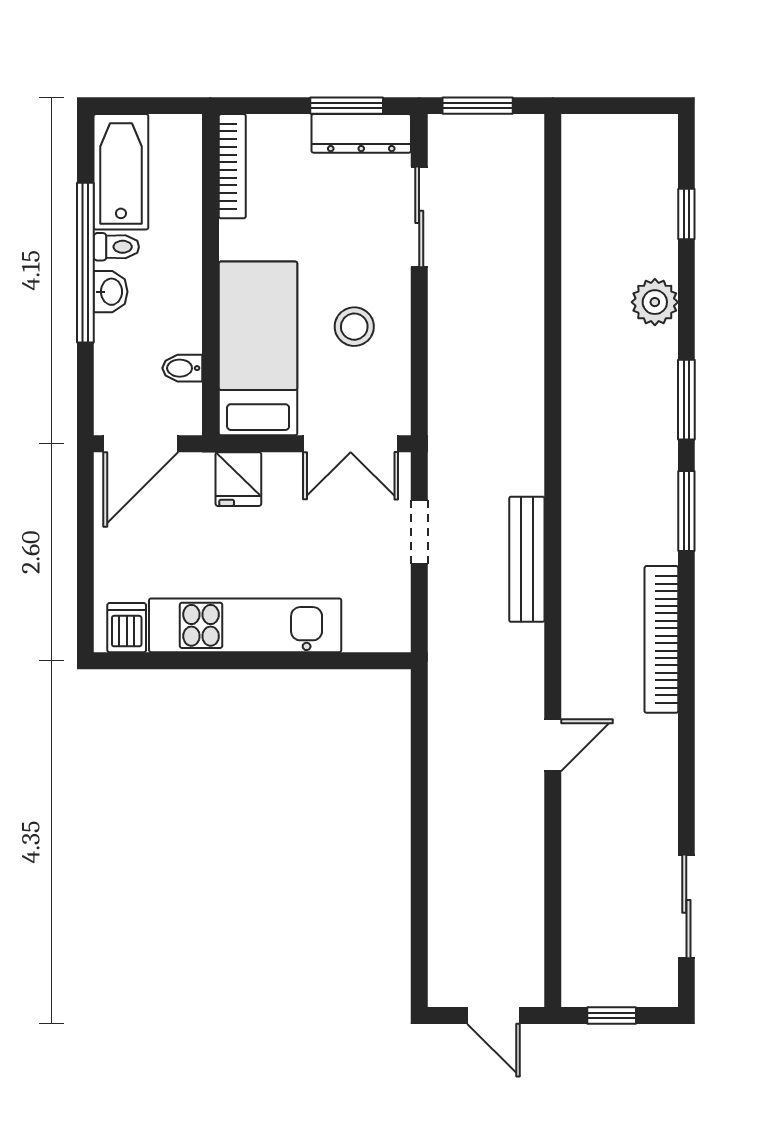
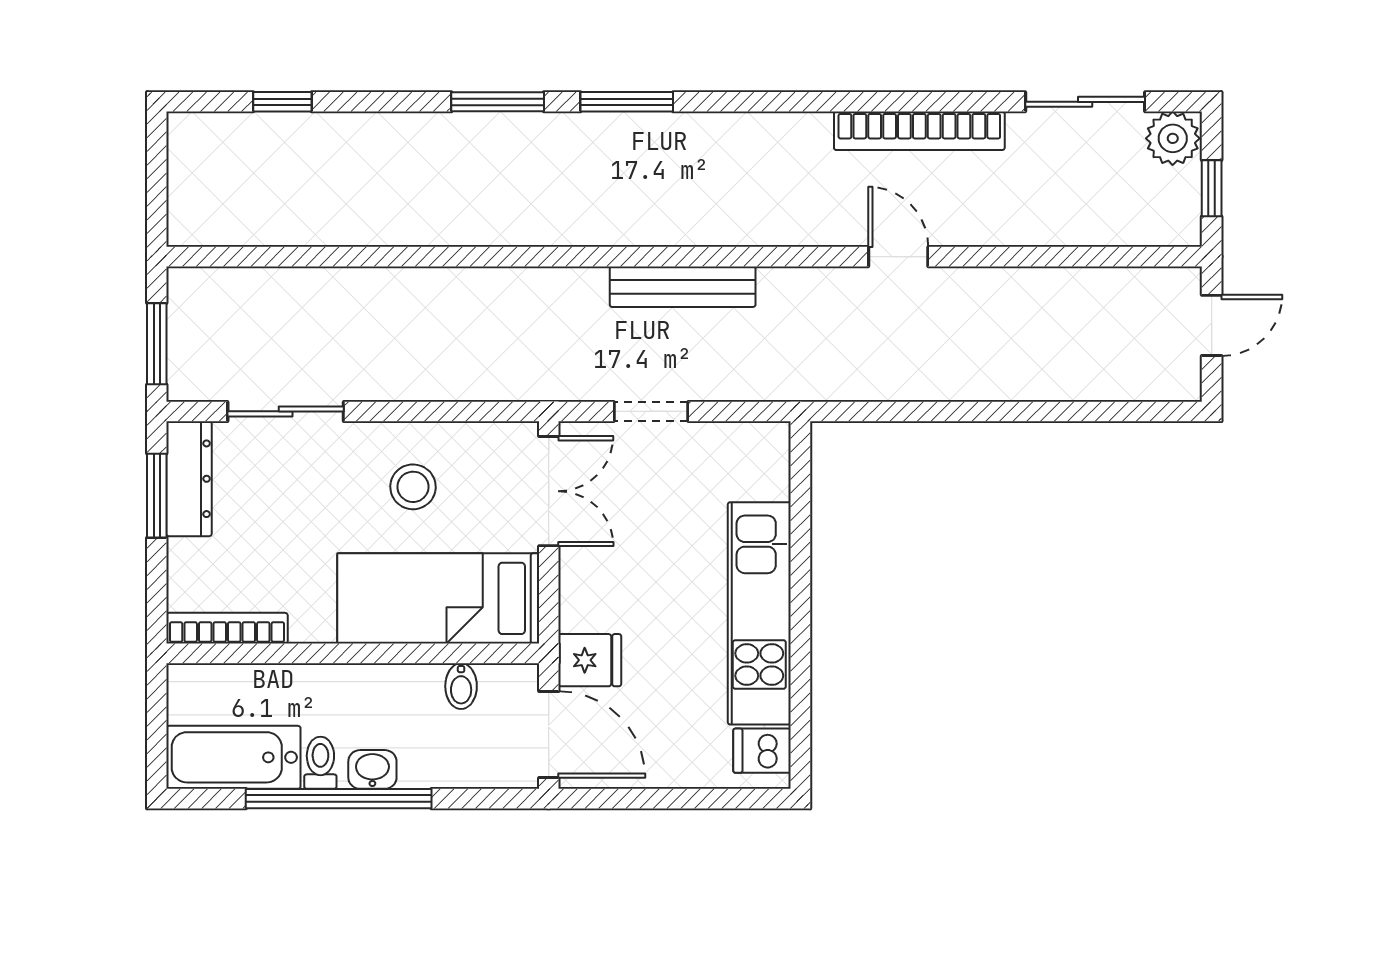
plant: (655, 302) -> (1173, 138), moved
fridge: (238, 479) -> (590, 660), moved
bookcase: (661, 639) -> (919, 131), moved

